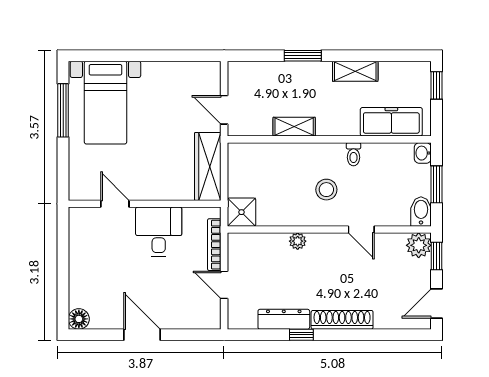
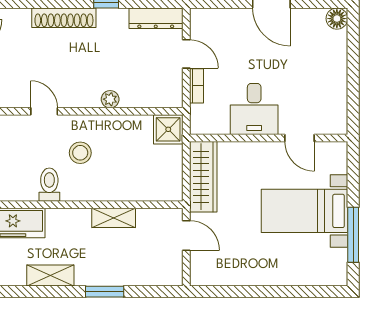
bed with nightstands: (105, 103) -> (305, 211), moved, turned -90
toilet: (353, 154) -> (49, 185), width x1.37, depth x1.39
bookcase: (214, 245) -> (197, 86), width x0.64
dresser: (284, 319) -> (156, 18), moved

